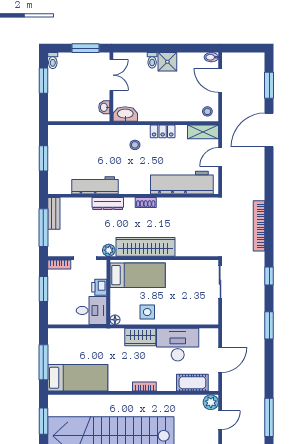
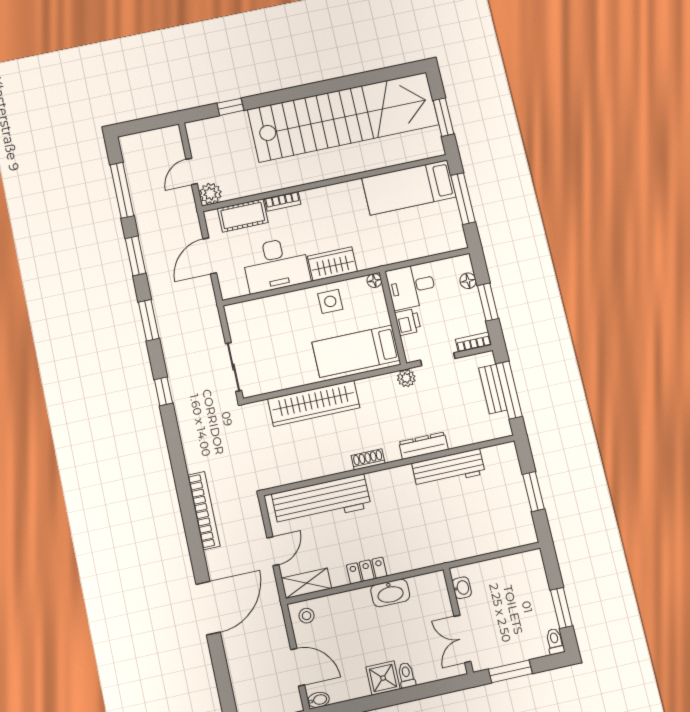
window: (269, 85) -> (136, 256), moved
washbasin: (125, 114) -> (390, 593), moved
stool: (135, 145) -> (403, 541), removed
bench: (54, 213) -> (493, 389), moved
bookcase: (259, 226) -> (204, 511), moved
wardrobe: (145, 247) -> (314, 403), moved
floor lamp: (53, 306) -> (468, 281), added
bookcase: (144, 387) -> (283, 201), moved

